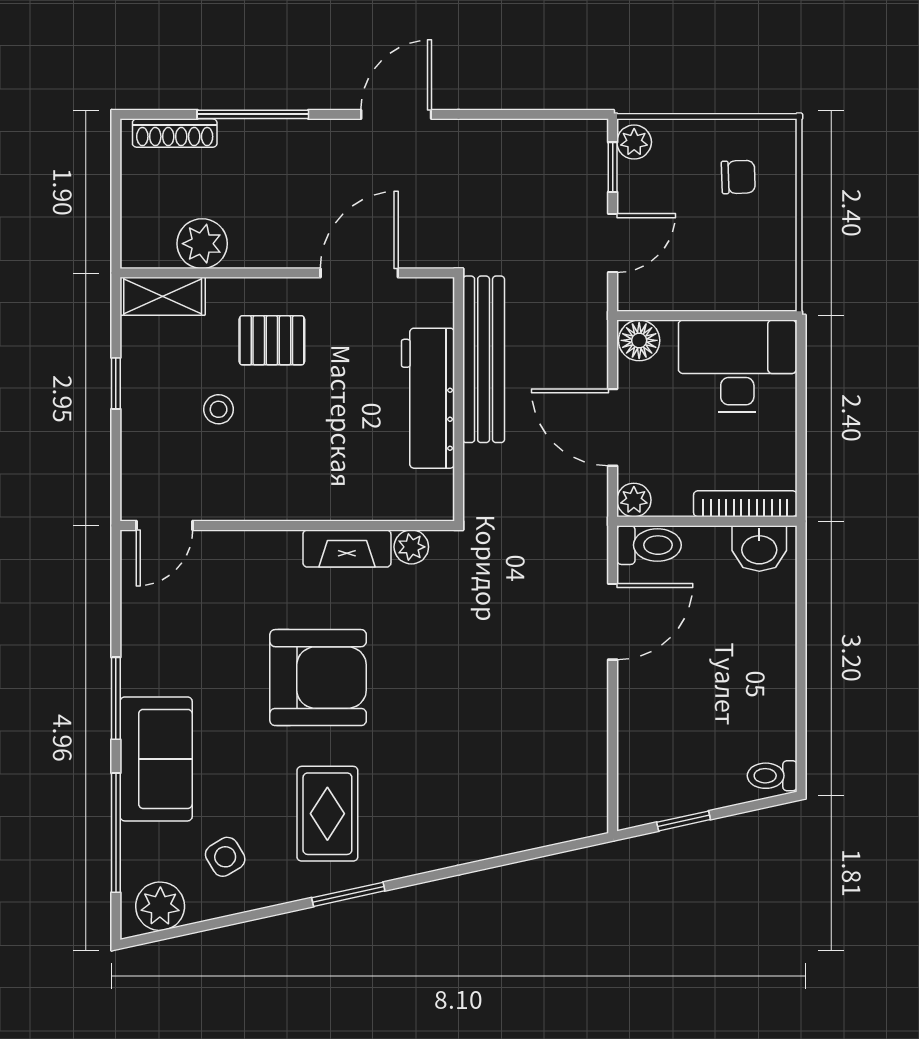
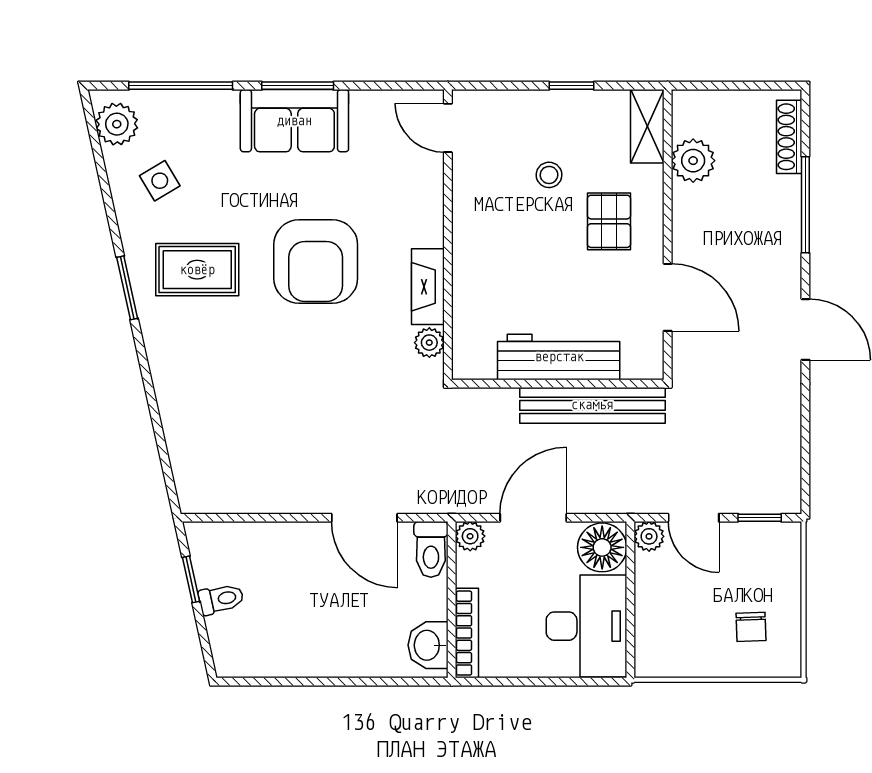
plant: (634, 142) -> (649, 536), moved
floor lamp: (639, 340) -> (602, 547), width x1.38, depth x1.38
sofa: (156, 759) -> (294, 121), moved
toilet: (772, 776) -> (221, 599), moved, turned 78

